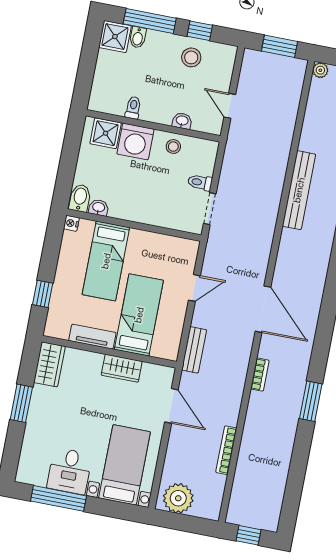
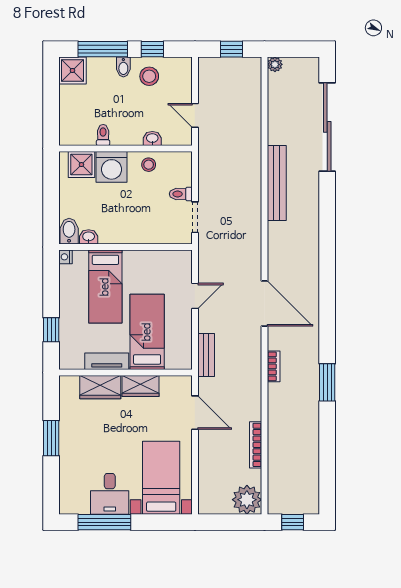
bidet: (138, 37) -> (123, 67), moved
window: (280, 46) -> (231, 49), width x0.67
wardrobe: (49, 364) -> (100, 387), moved, turned 90
plant: (178, 498) -> (247, 500), moved

